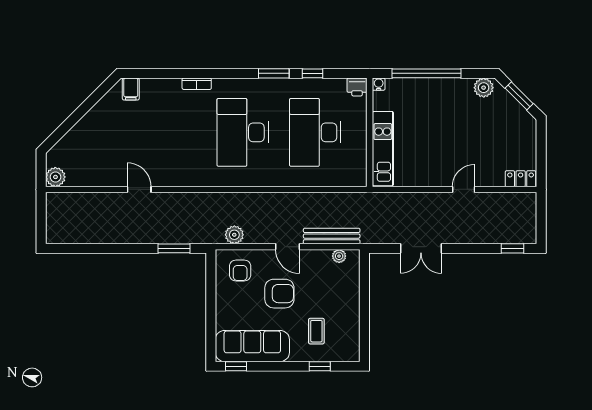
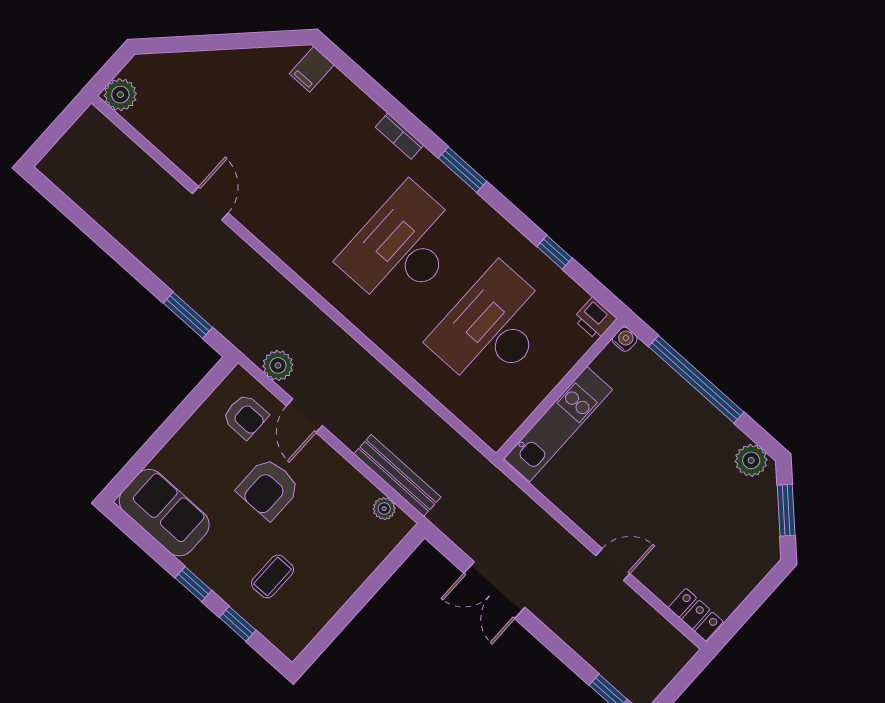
window: (274, 73) -> (463, 170), moved
door: (287, 247) -> (304, 416), moved
armchair: (240, 270) -> (245, 416), turned -90
armchair: (279, 294) -> (268, 489), turned 90
sofa: (252, 346) -> (164, 513), width x0.73
window: (236, 366) -> (193, 584), moved

